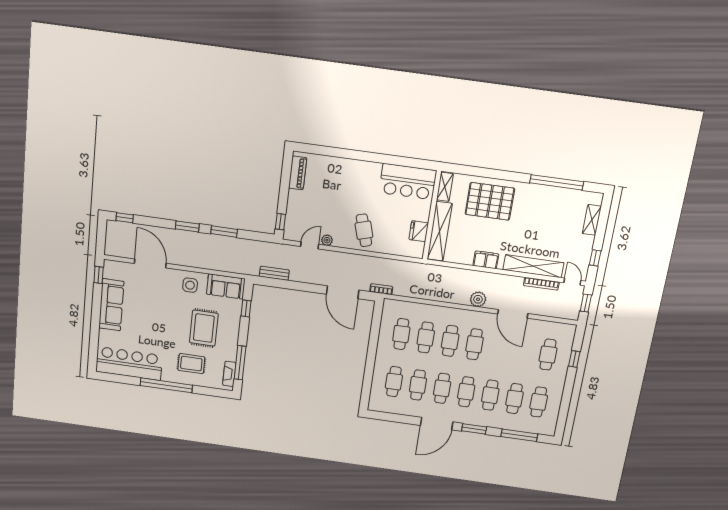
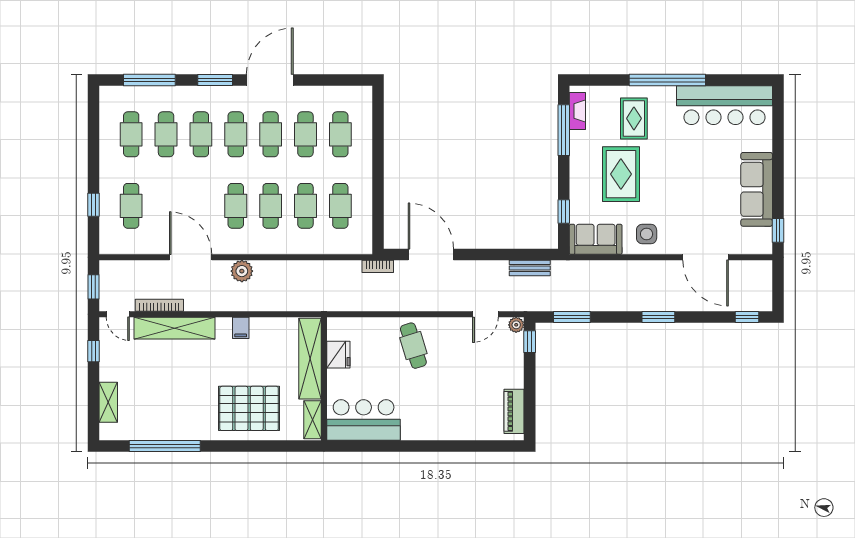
window: (224, 232) -> (572, 317), moved
plant: (327, 240) -> (516, 325), moved
filing cabinet: (486, 260) -> (241, 328), width x0.50
rug: (191, 364) -> (634, 118), turned 90

